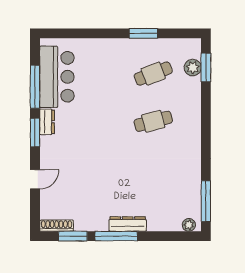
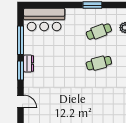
bar counter: (57, 77) -> (44, 19), moved, turned 90
door: (35, 179) -> (21, 101), hinge flipped

